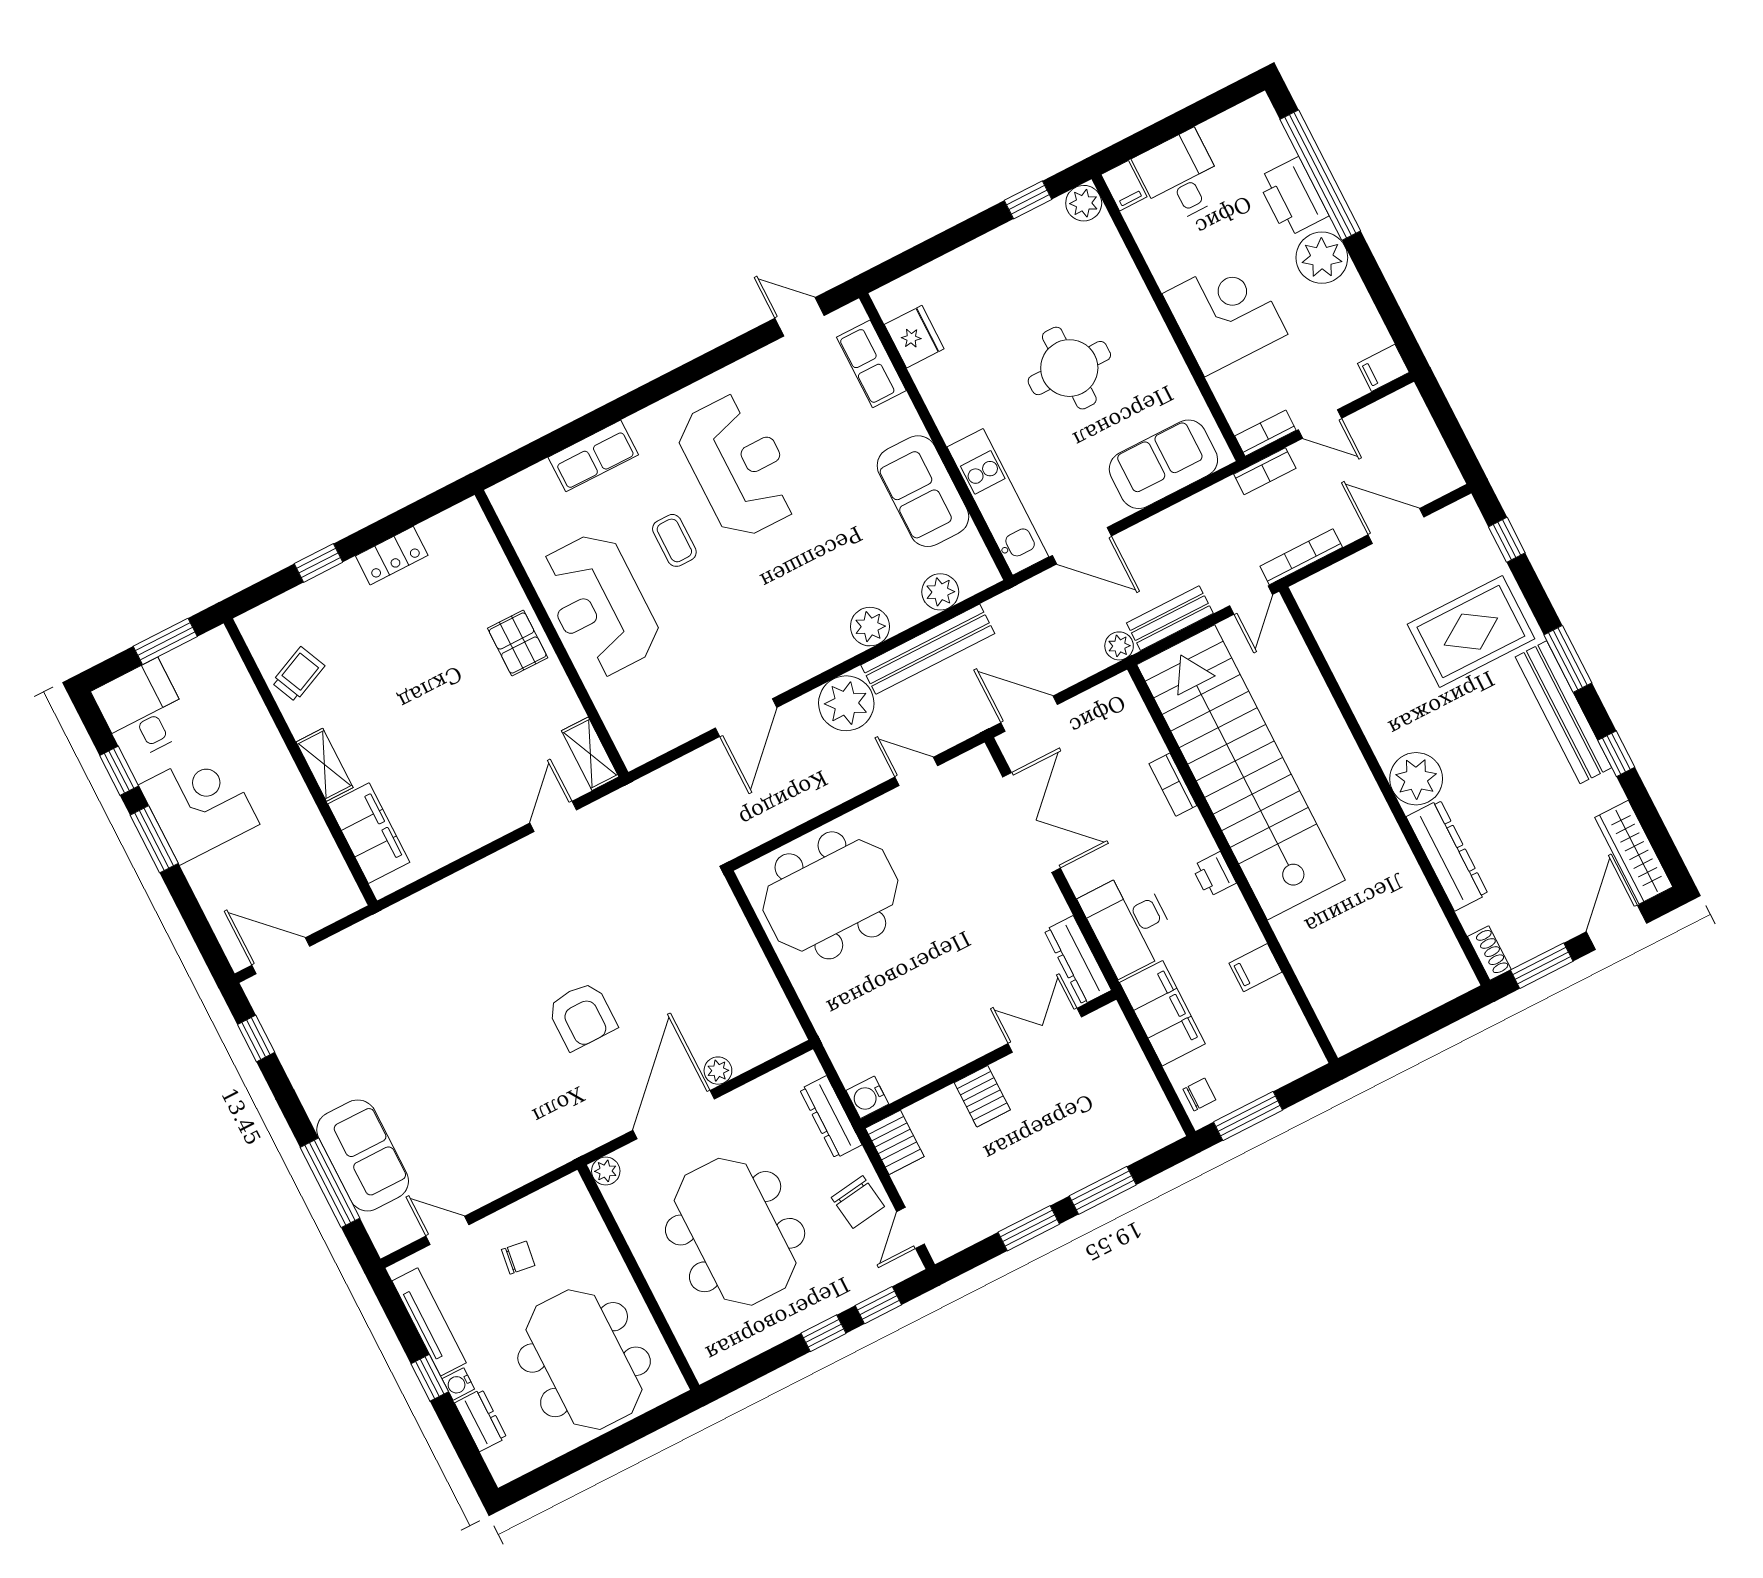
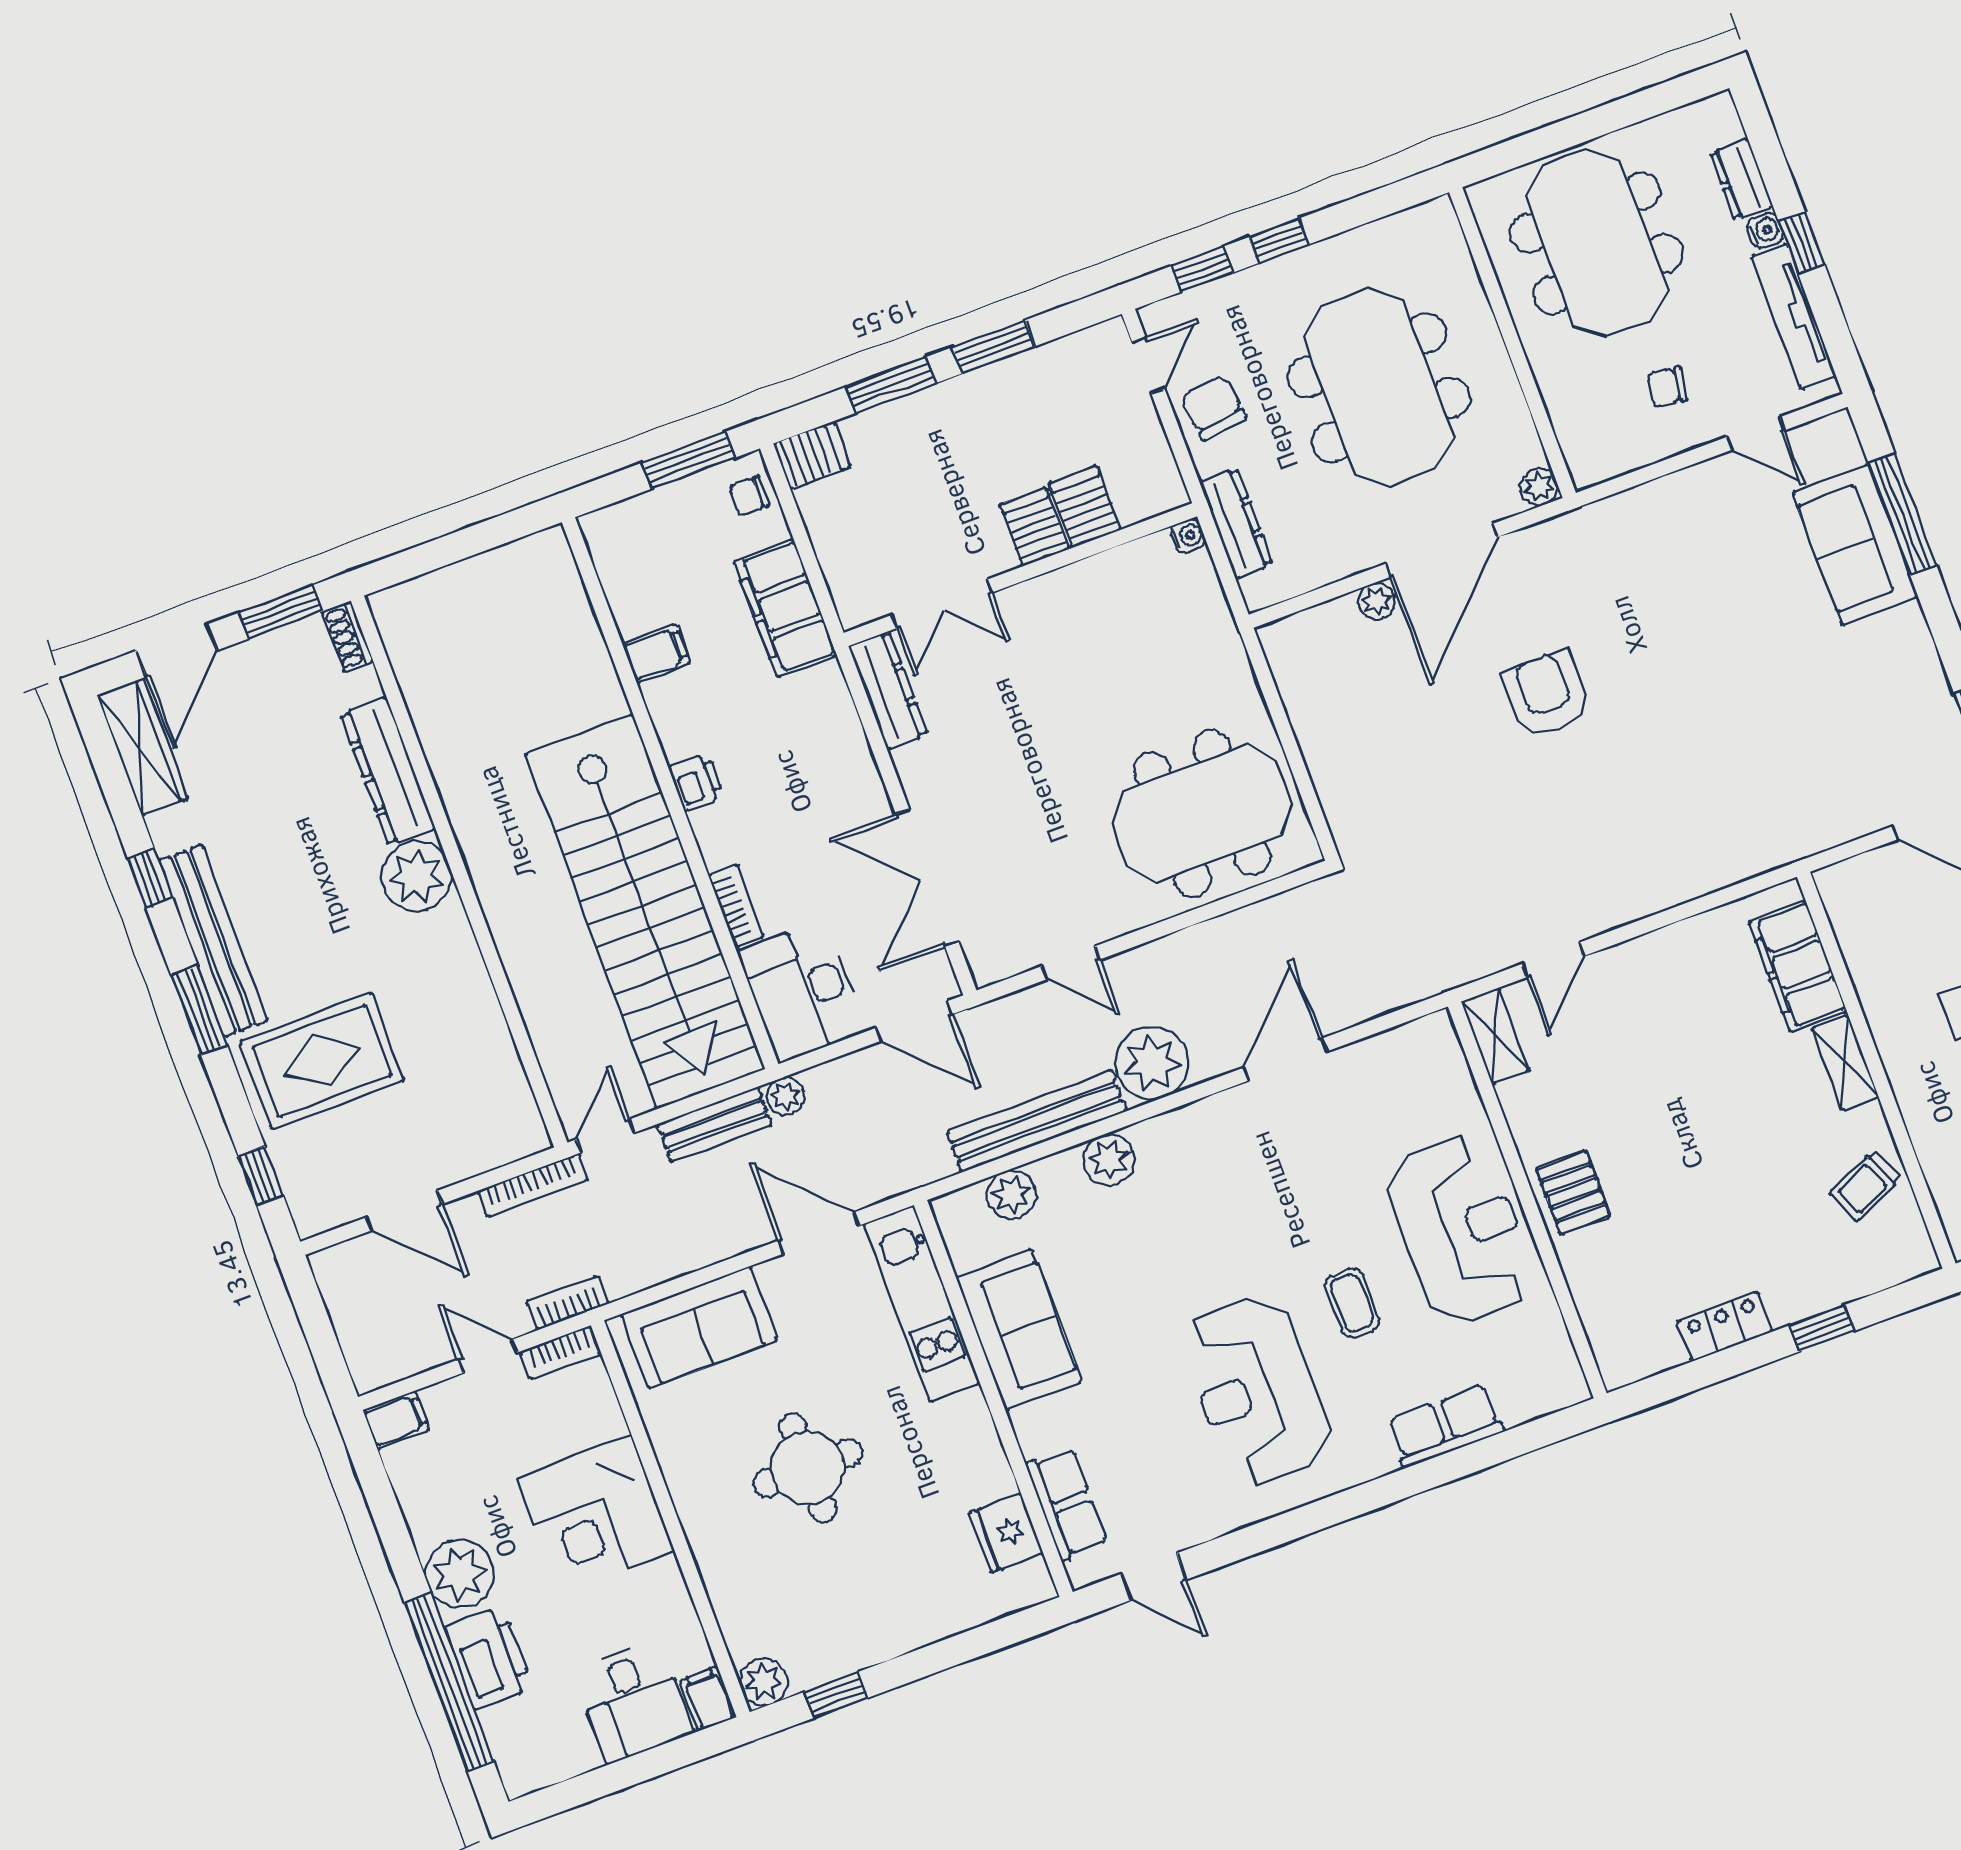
desk: (1129, 923) -> (802, 991), moved, turned 180
water cooler: (867, 1097) -> (1188, 536), width x0.72, depth x0.72
server rack: (1156, 1131) -> (812, 455), added
server rack: (895, 1142) -> (1085, 506), moved

